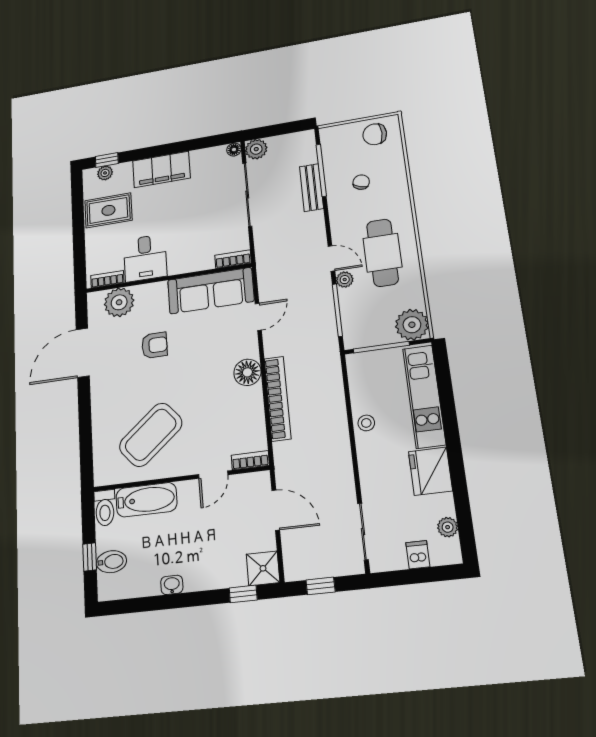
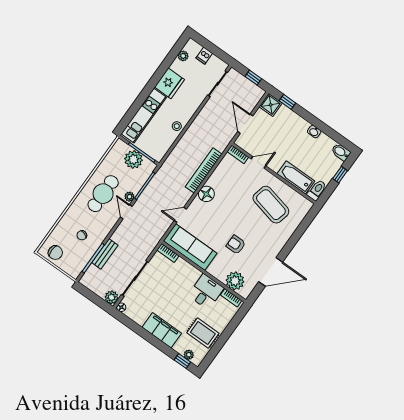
plant: (412, 325) -> (133, 159), moved
coffee table: (151, 435) -> (271, 205), turned 53
bidet: (111, 562) -> (341, 152), moved

